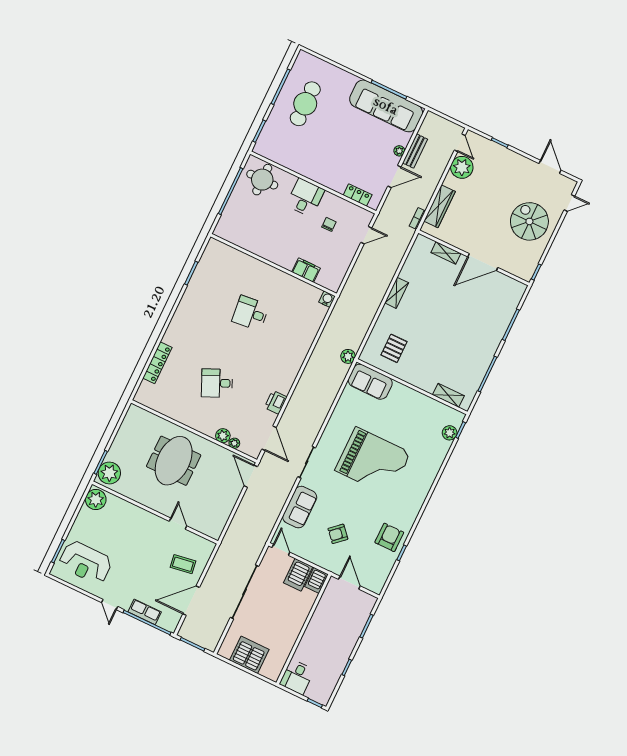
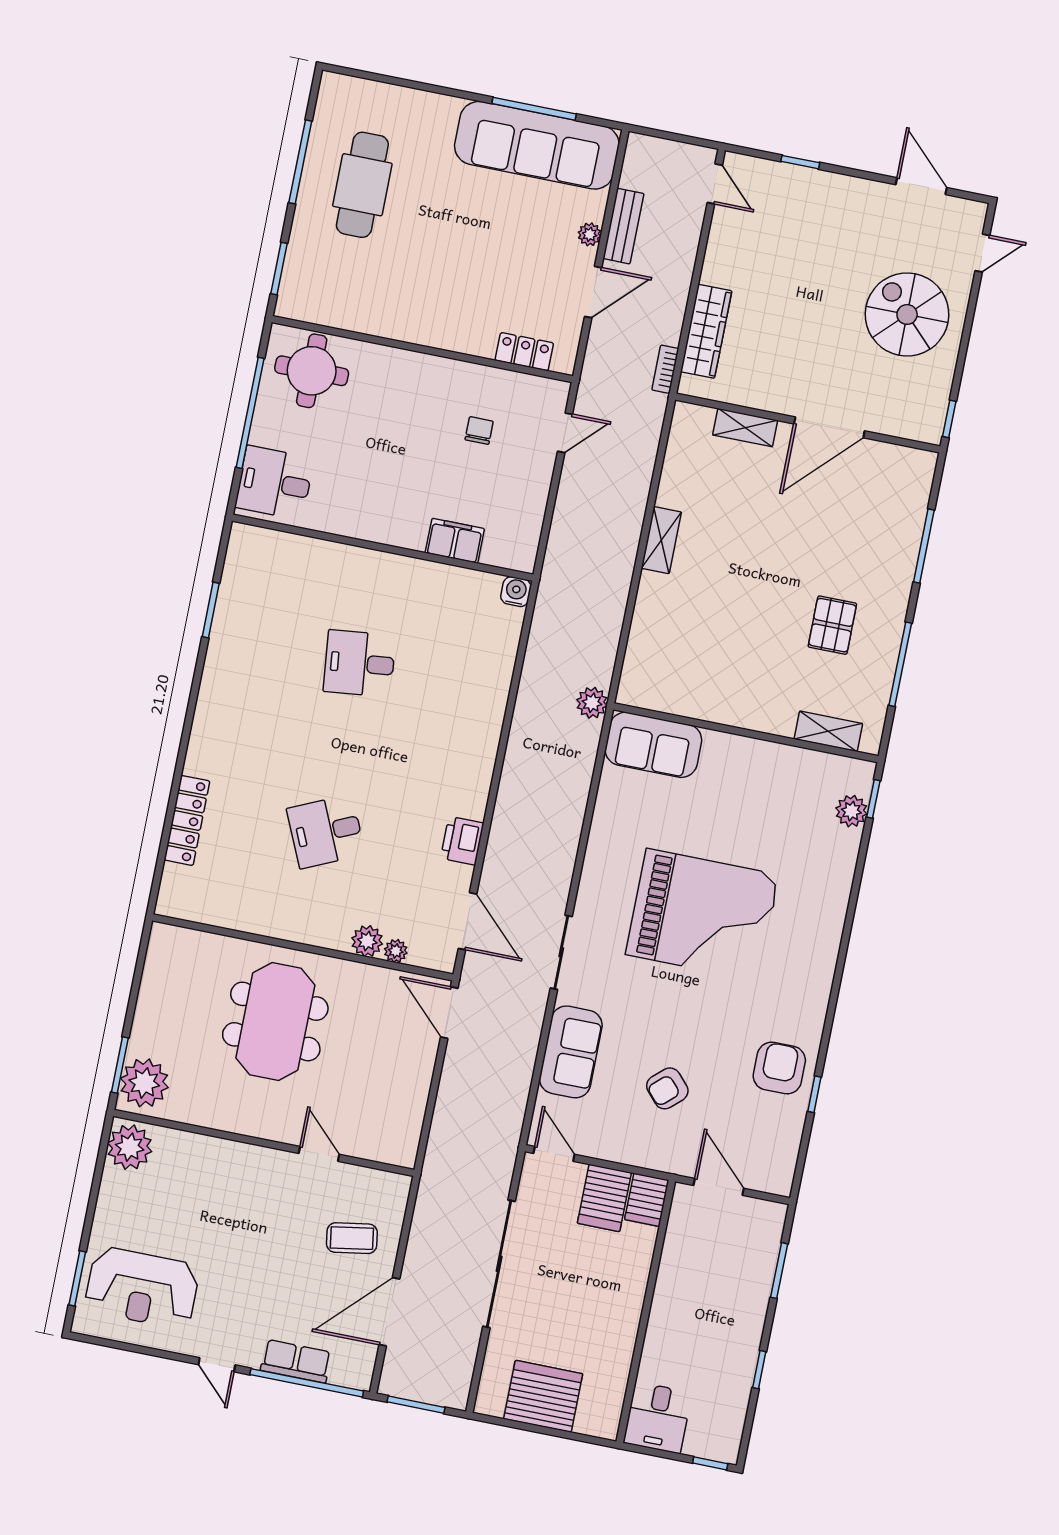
plant: (462, 167) -> (733, 236), removed
desk: (305, 198) -> (275, 483), moved, turned -90
pallet: (394, 348) -> (832, 625), moved

